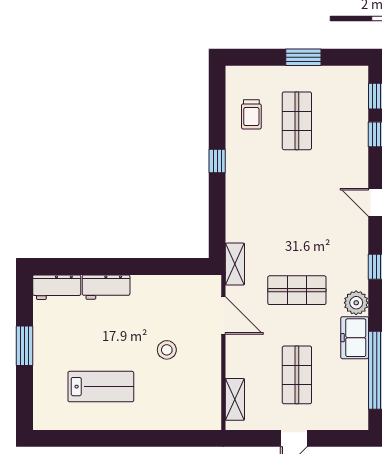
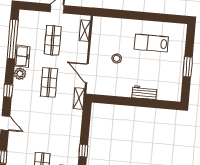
workbench: (57, 287) -> (169, 95), removed
shop shelf: (297, 290) -> (49, 83), turned 90

